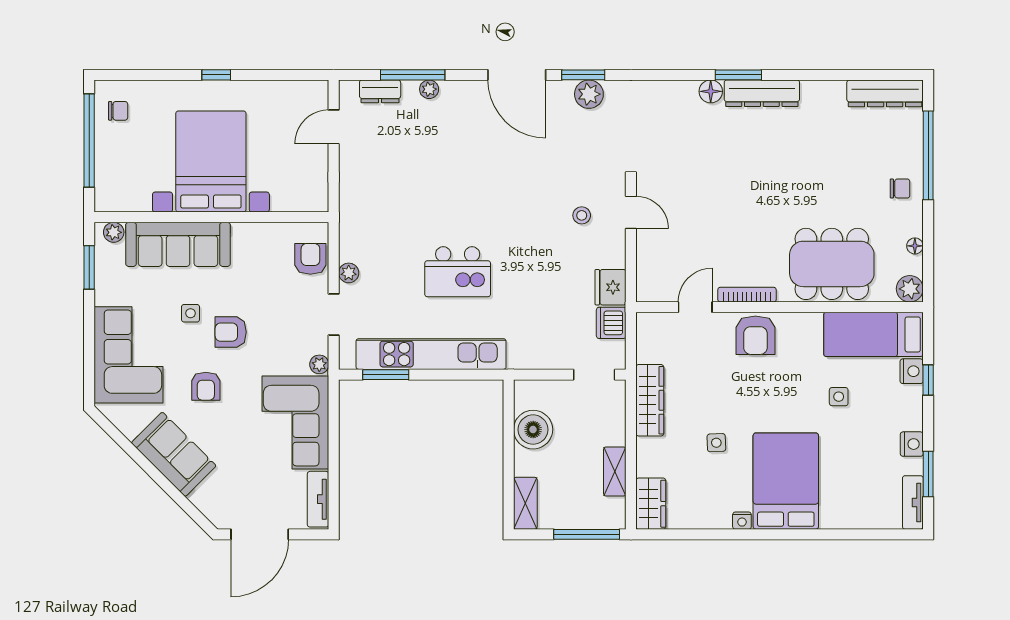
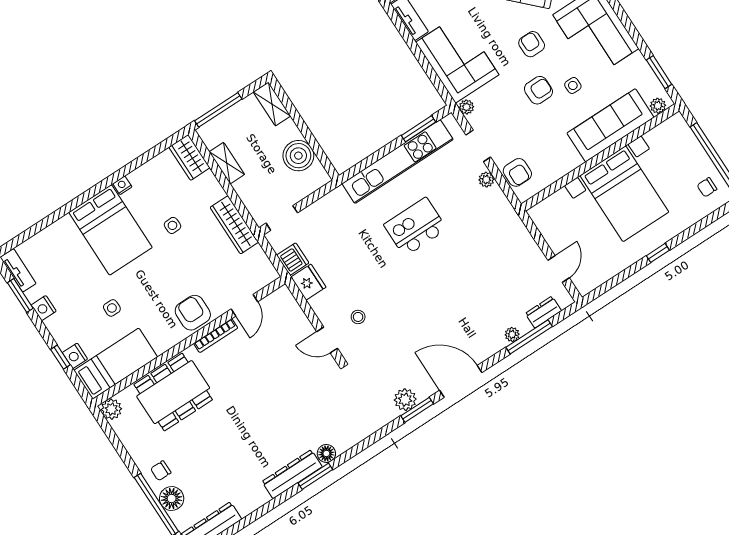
floor lamp: (915, 246) -> (172, 499), moved, width x1.89, depth x1.89

